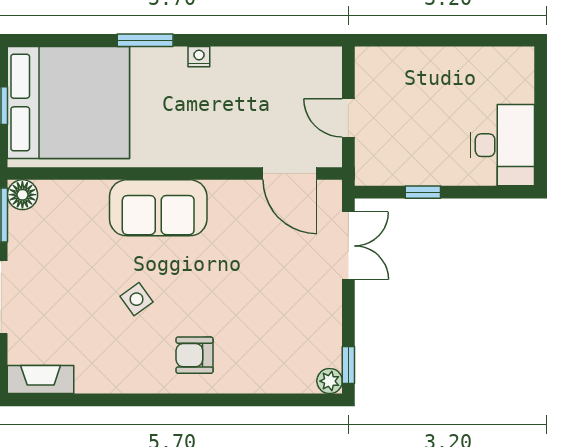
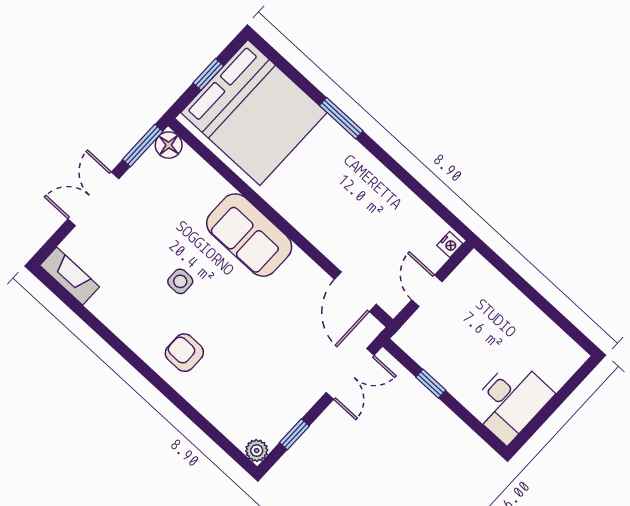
nightstand: (199, 57) -> (450, 245), moved, turned 90
side table: (137, 299) -> (180, 281), turned 36
window: (348, 365) -> (294, 434), moved

